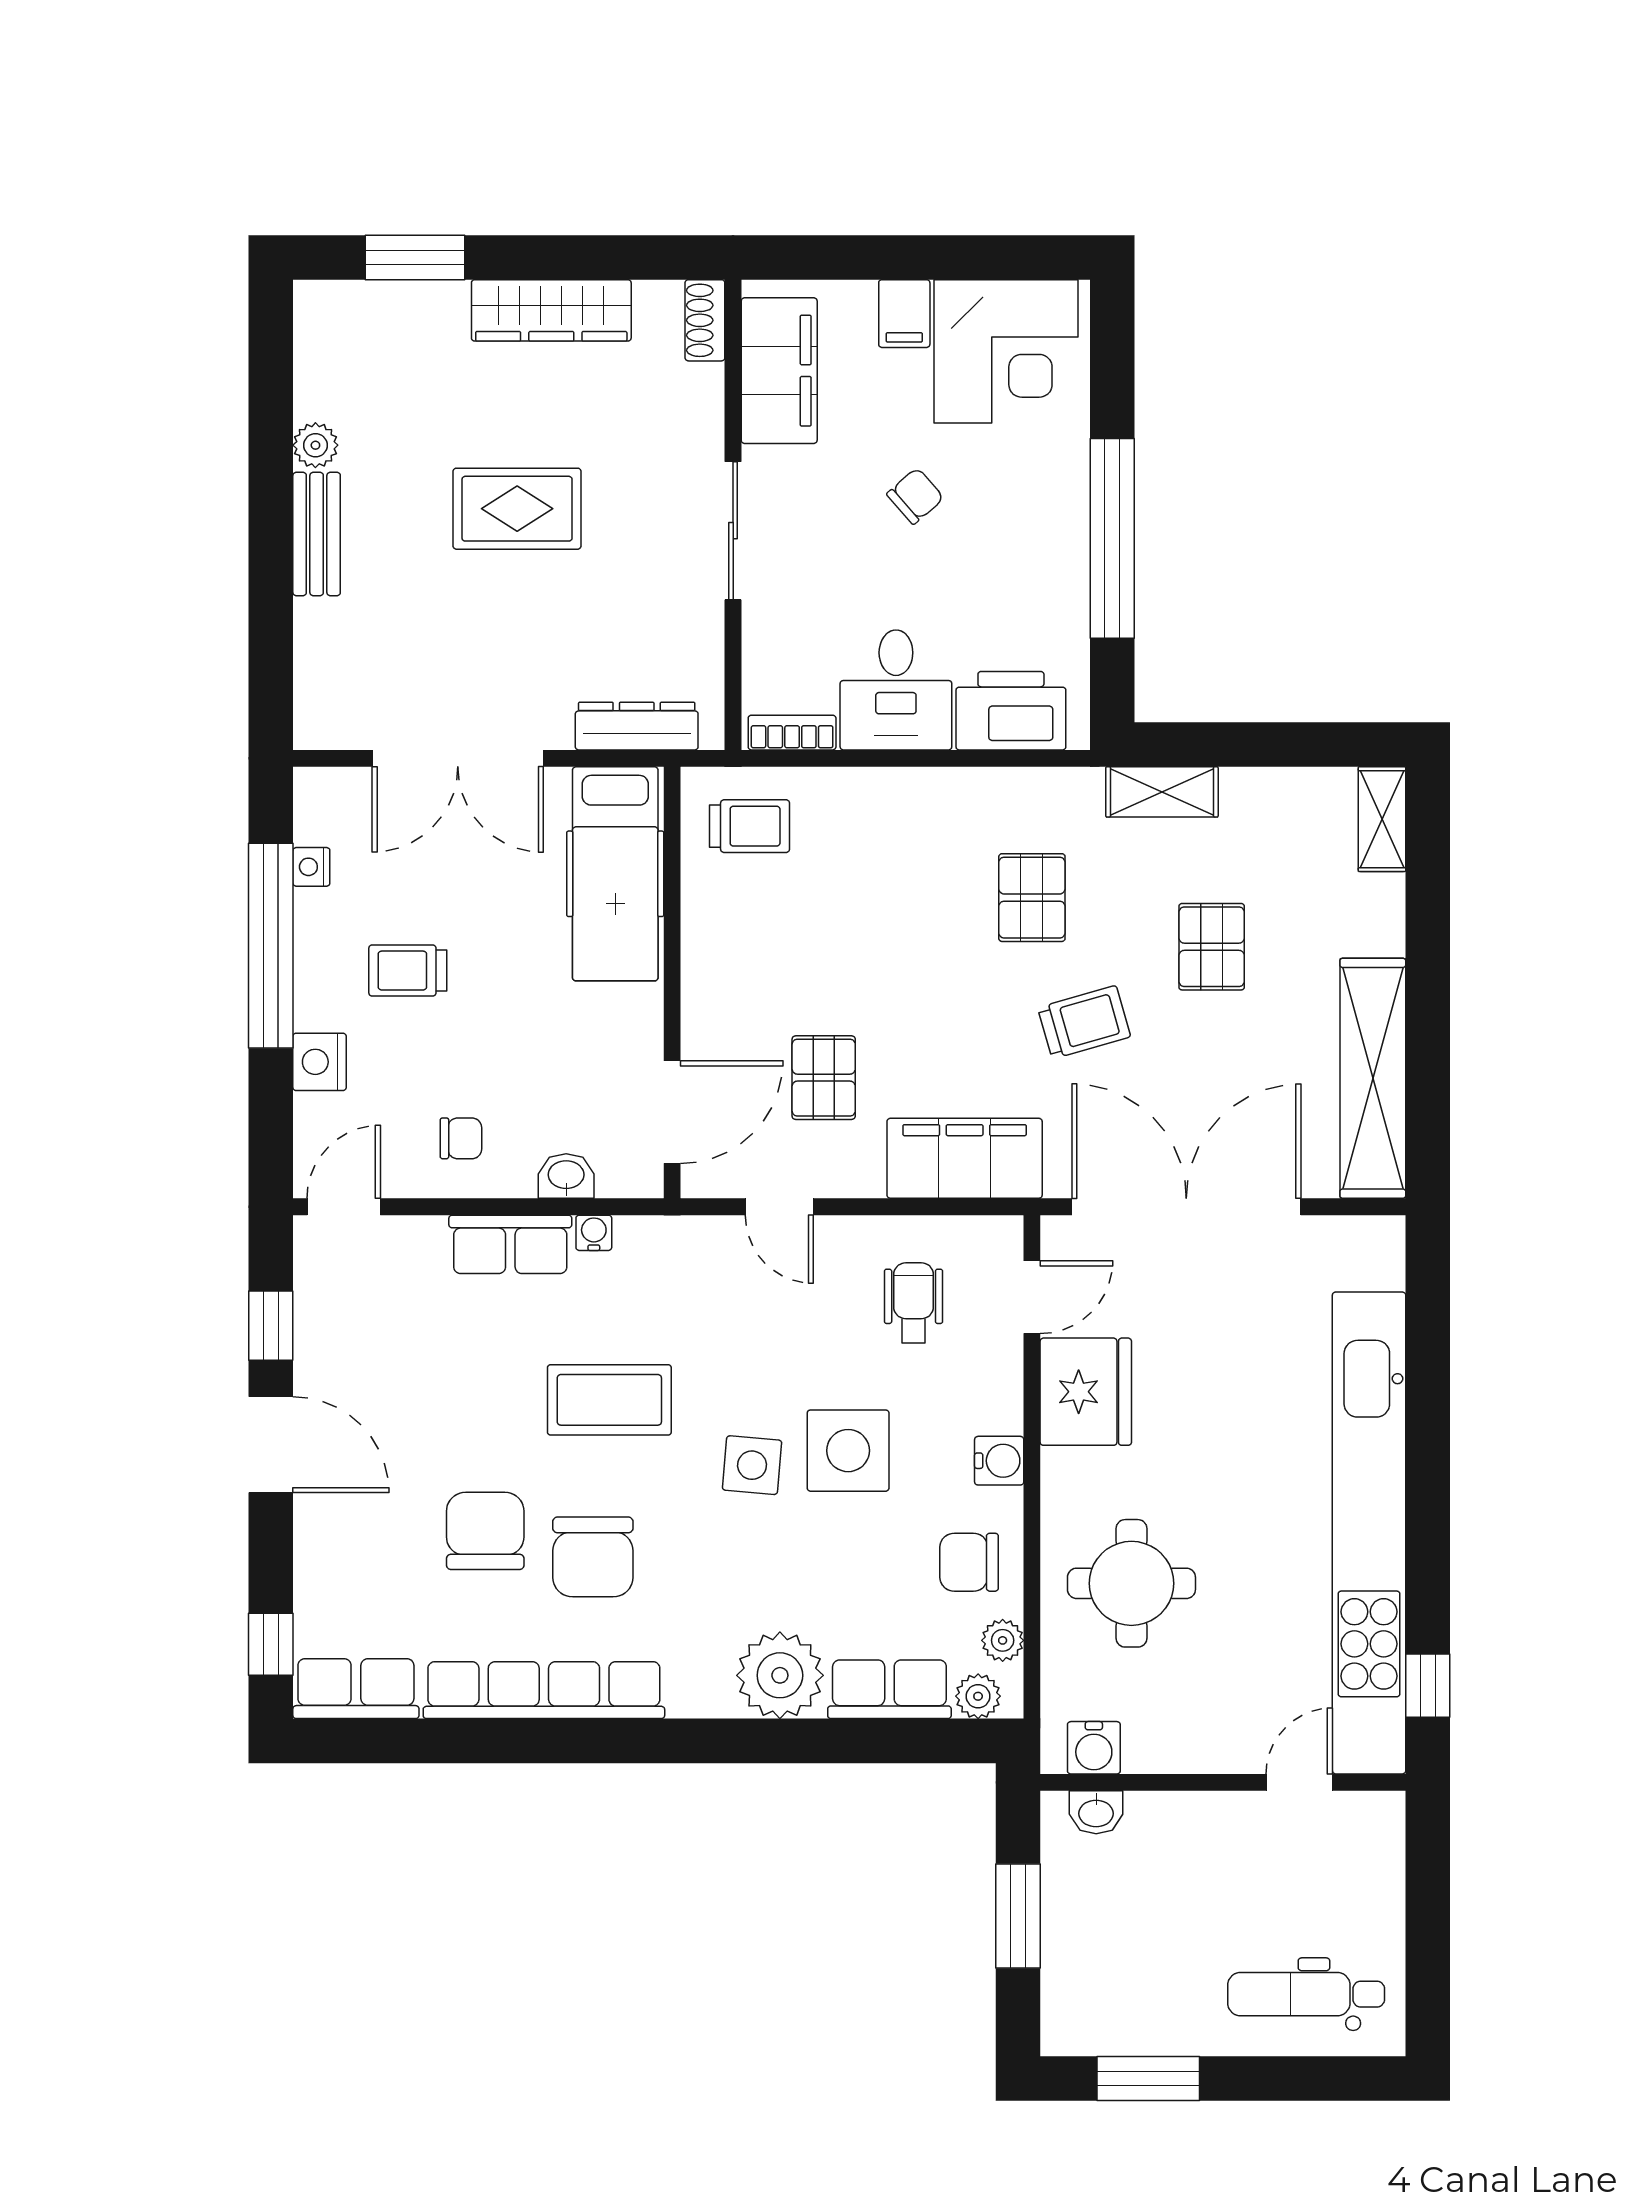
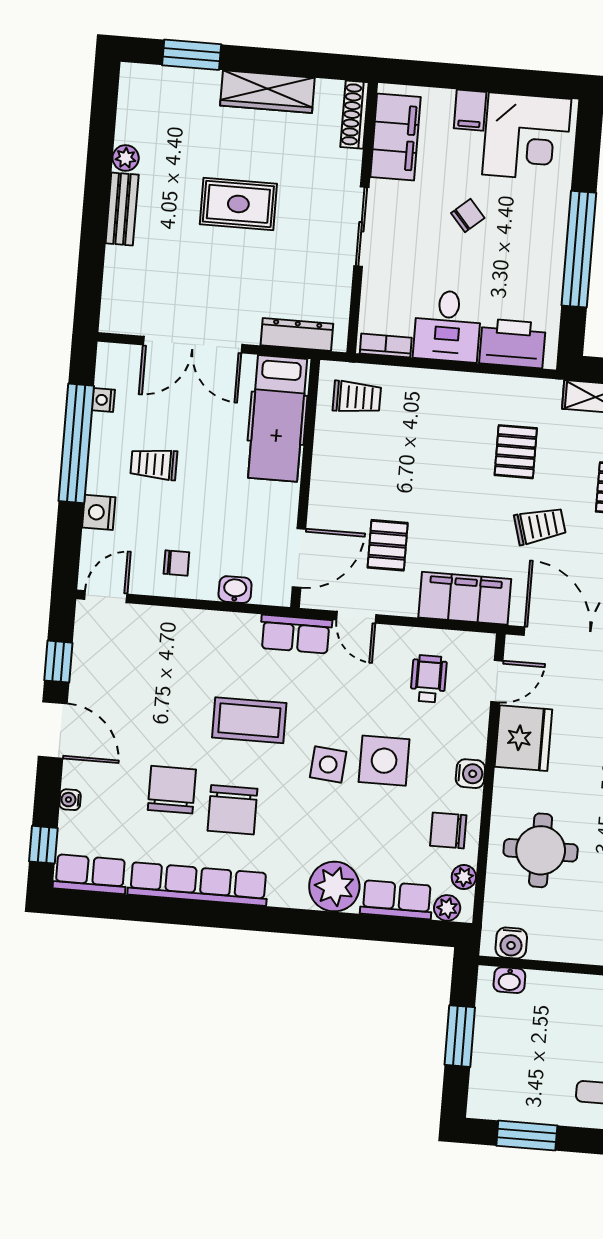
shoe rack: (705, 320) -> (354, 115), width x1.43
water cooler: (594, 1233) -> (70, 800), moved, turned -90
row of seats: (510, 1244) -> (296, 634), moved

